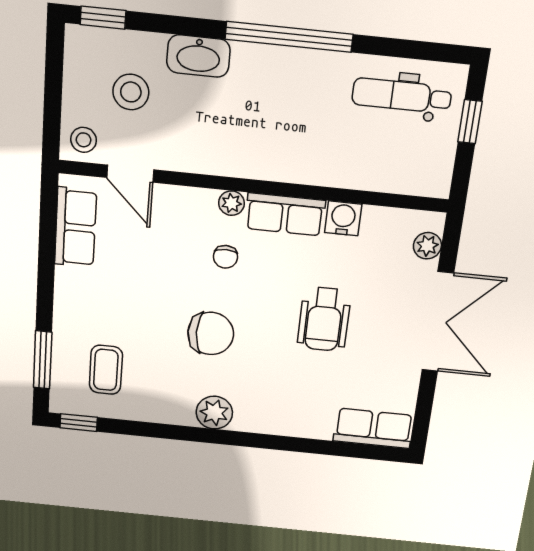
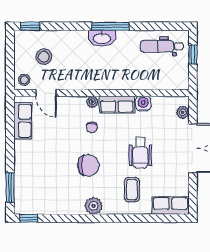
window: (289, 37) -> (110, 26), width x0.68
washbasin: (198, 56) -> (102, 38), moved
coffee table: (106, 370) -> (132, 190), moved

